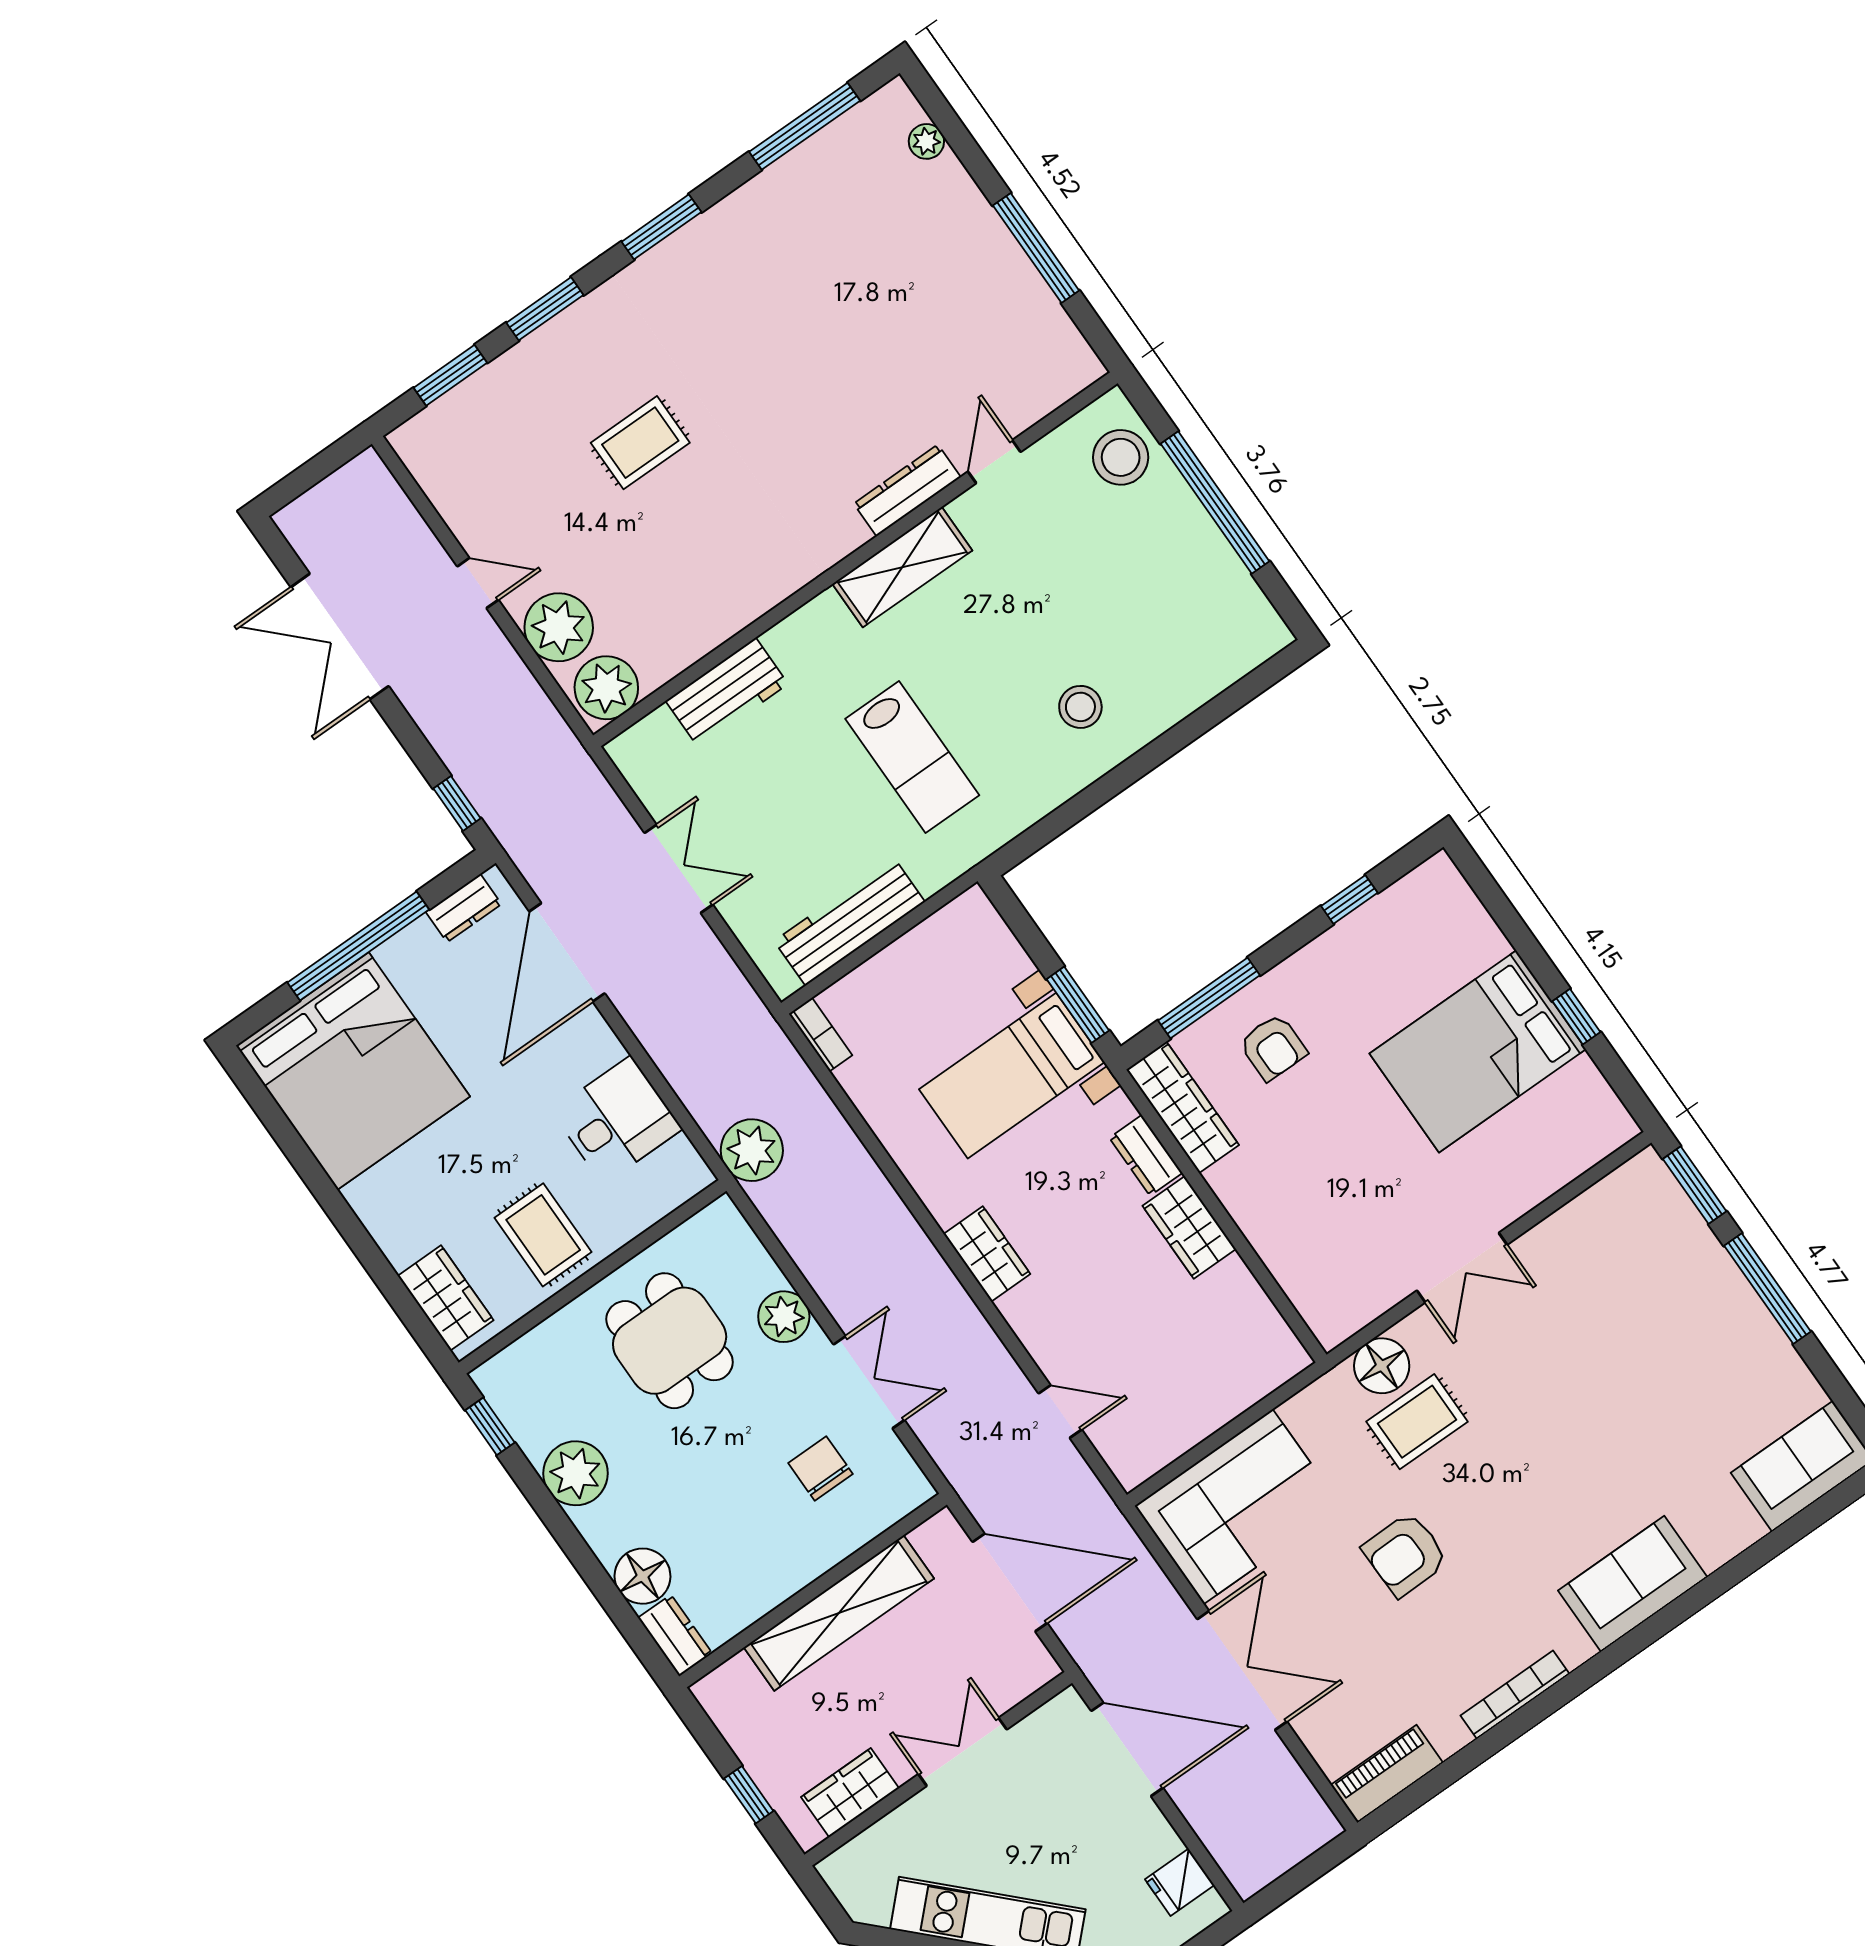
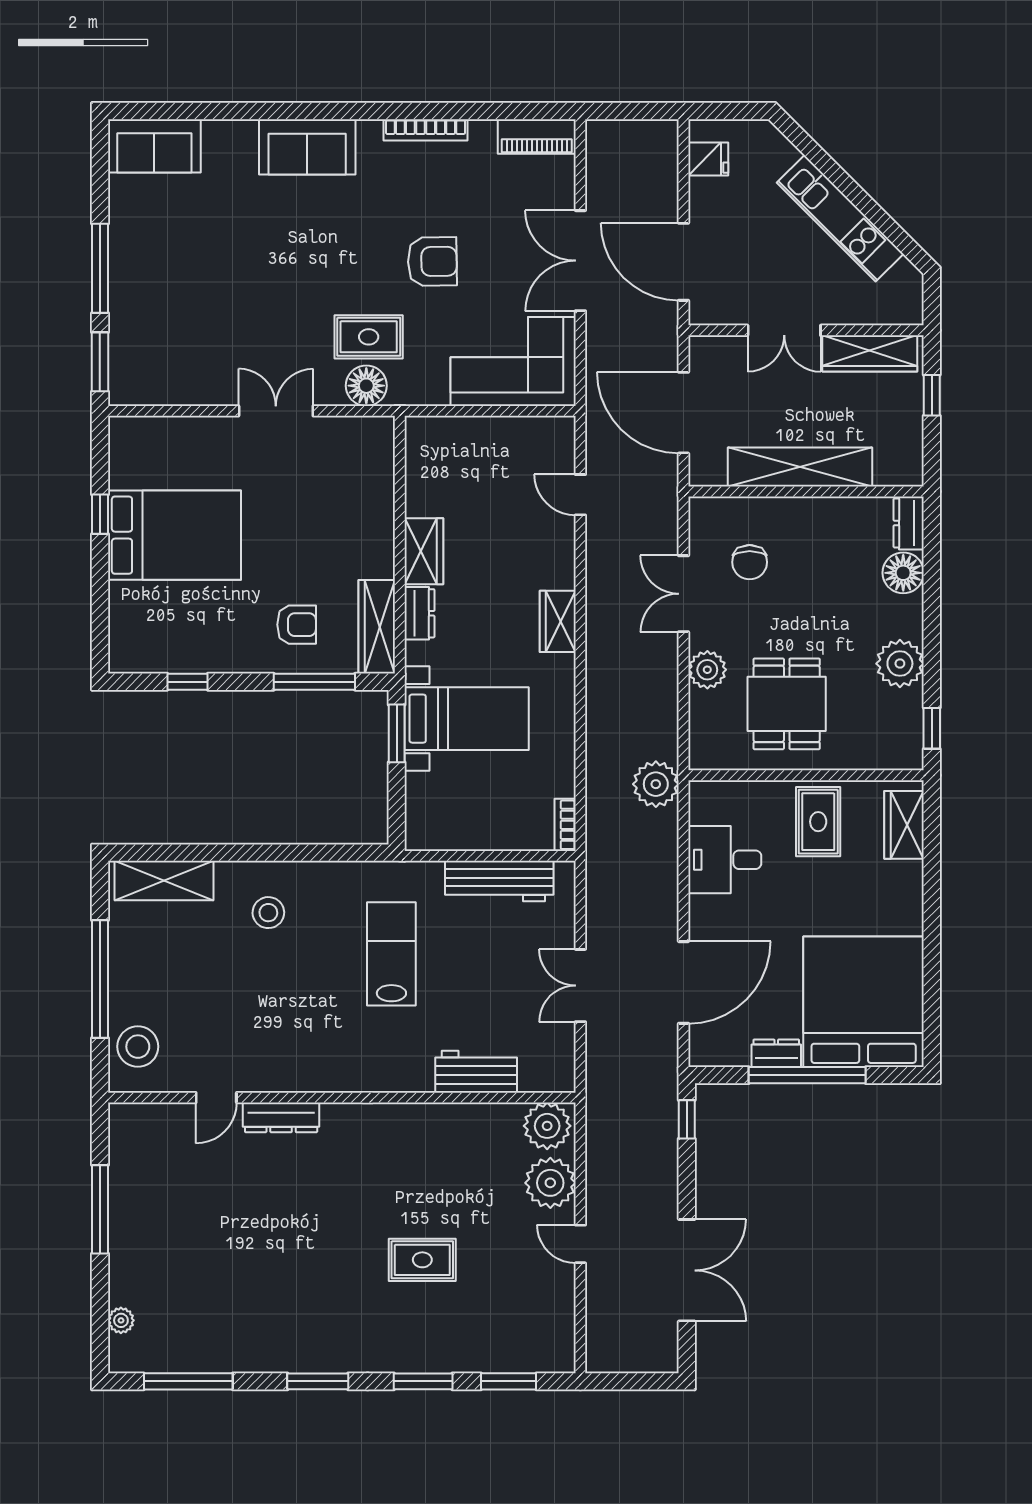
shelving: (902, 567) -> (164, 880), moved
dresser: (464, 908) -> (776, 1053), moved
armchair: (1273, 1047) -> (297, 625), turned 90
wardrobe: (850, 1793) -> (870, 353), width x1.50

